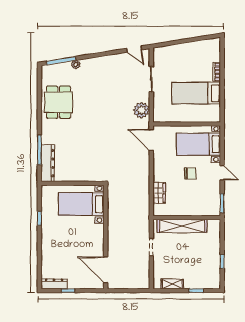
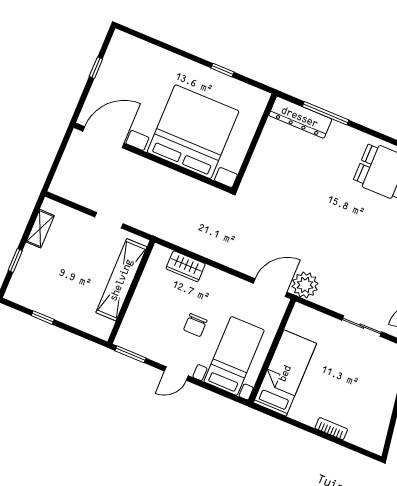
bed: (196, 93) -> (285, 373), moved
plant: (141, 110) -> (305, 285), moved
bed with nightstands: (81, 204) -> (193, 132), width x1.85
dresser: (54, 284) -> (115, 51), removed

